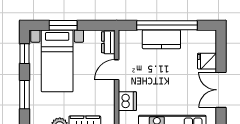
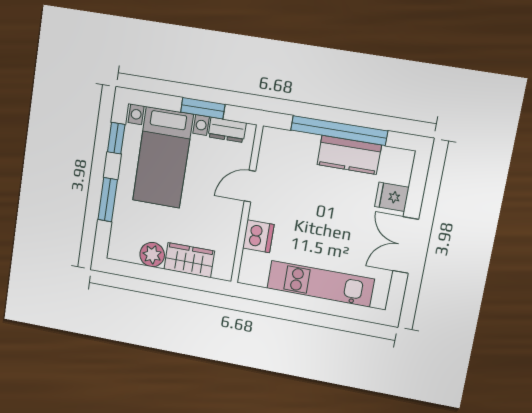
window: (63, 25) -> (203, 108), moved
kitchen counter: (161, 39) -> (349, 155), moved
dresser: (108, 42) -> (227, 130), moved, turned -90

